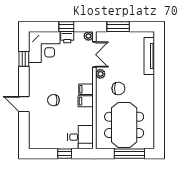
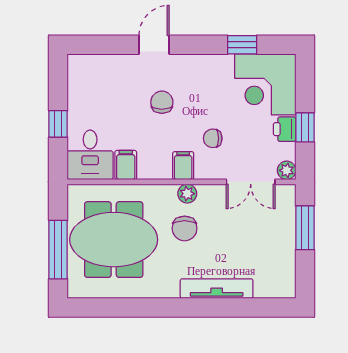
tv unit: (149, 56) -> (217, 289), moved
chair: (72, 74) -> (213, 138), added
plant: (100, 74) -> (187, 194), moved
filing cabinet: (86, 101) -> (126, 165), moved

